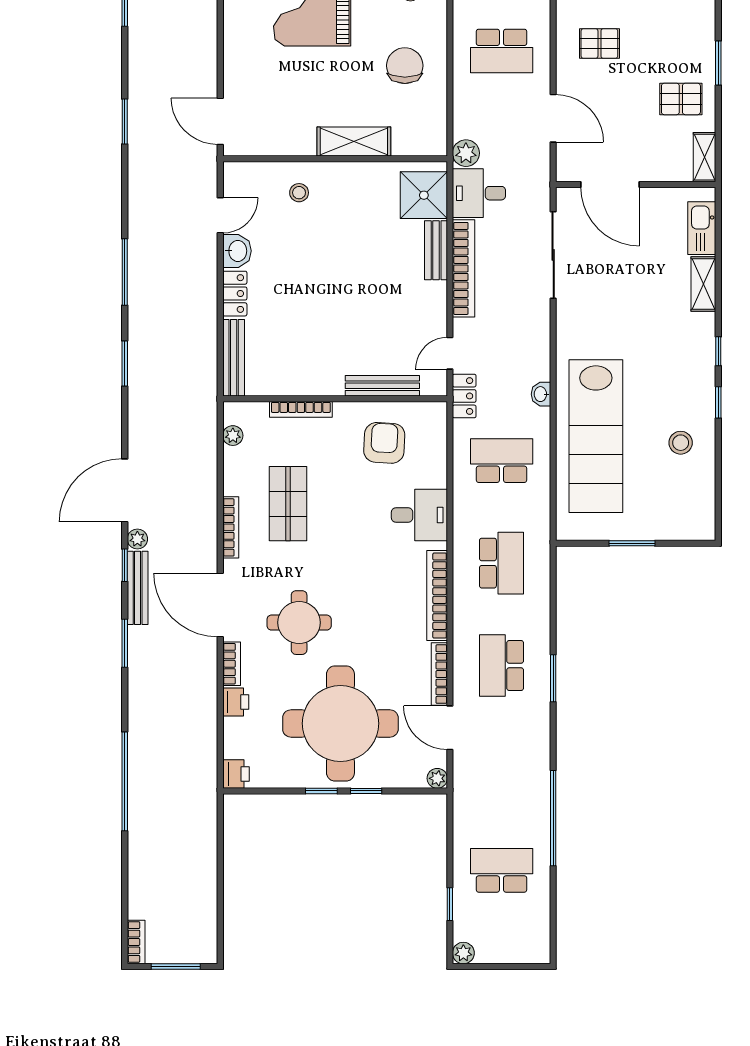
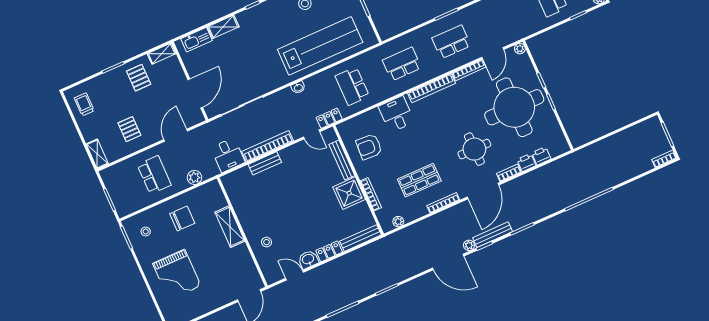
chair: (405, 66) -> (182, 218), turned 180
plant: (466, 153) -> (194, 177), moved
shower: (424, 195) -> (349, 193), moved
washbasin: (541, 394) -> (298, 88), moved
school desk: (502, 666) -> (451, 42), turned 180
printer: (236, 774) -> (541, 156), moved

